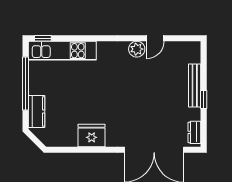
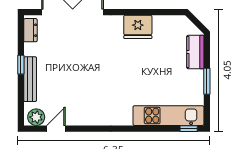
door: (155, 38) -> (56, 129), moved
plant: (137, 49) -> (36, 117), moved
window: (25, 84) -> (207, 81), width x0.47

